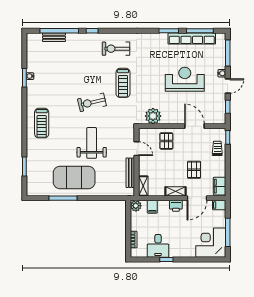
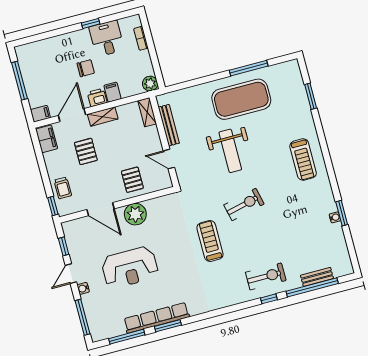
row of seats: (192, 39) -> (157, 318), moved
exercise bike: (116, 49) -> (266, 276), moved
plant: (153, 116) -> (135, 214), moved
treadmill: (42, 123) -> (303, 160), turned 180
filing cabinet: (152, 207) -> (113, 92), moved
chair: (178, 229) -> (86, 68), added
corner desk: (211, 243) -> (38, 61), removed

